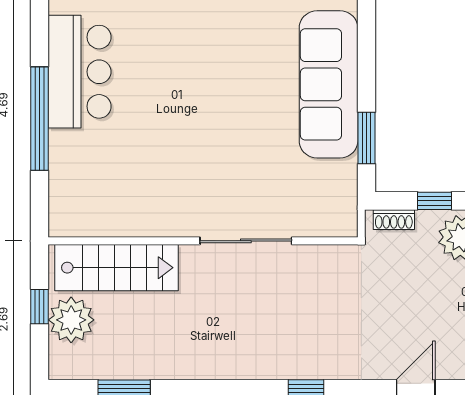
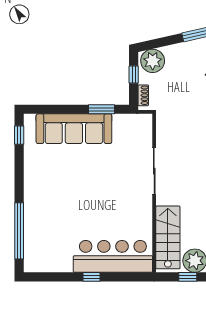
bar counter: (80, 72) -> (113, 256), moved, width x1.36
window: (39, 119) -> (91, 277), width x0.32

